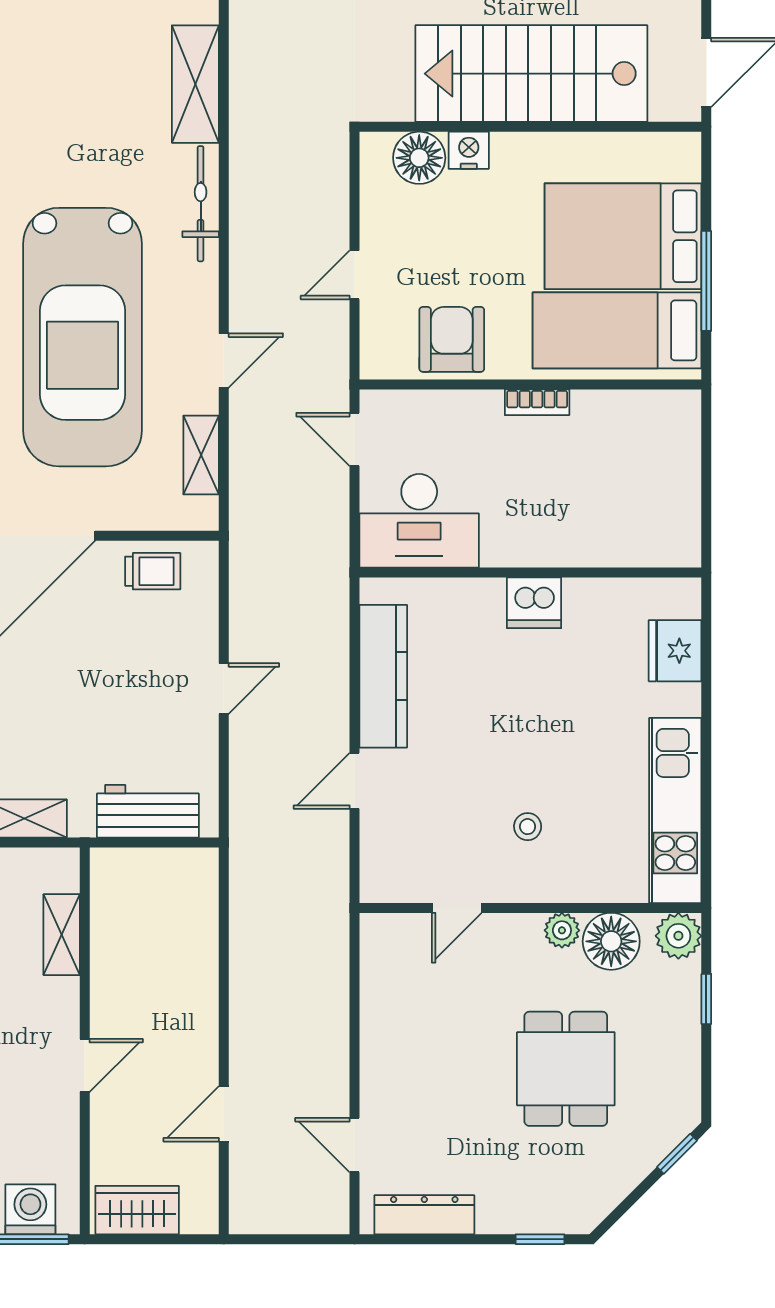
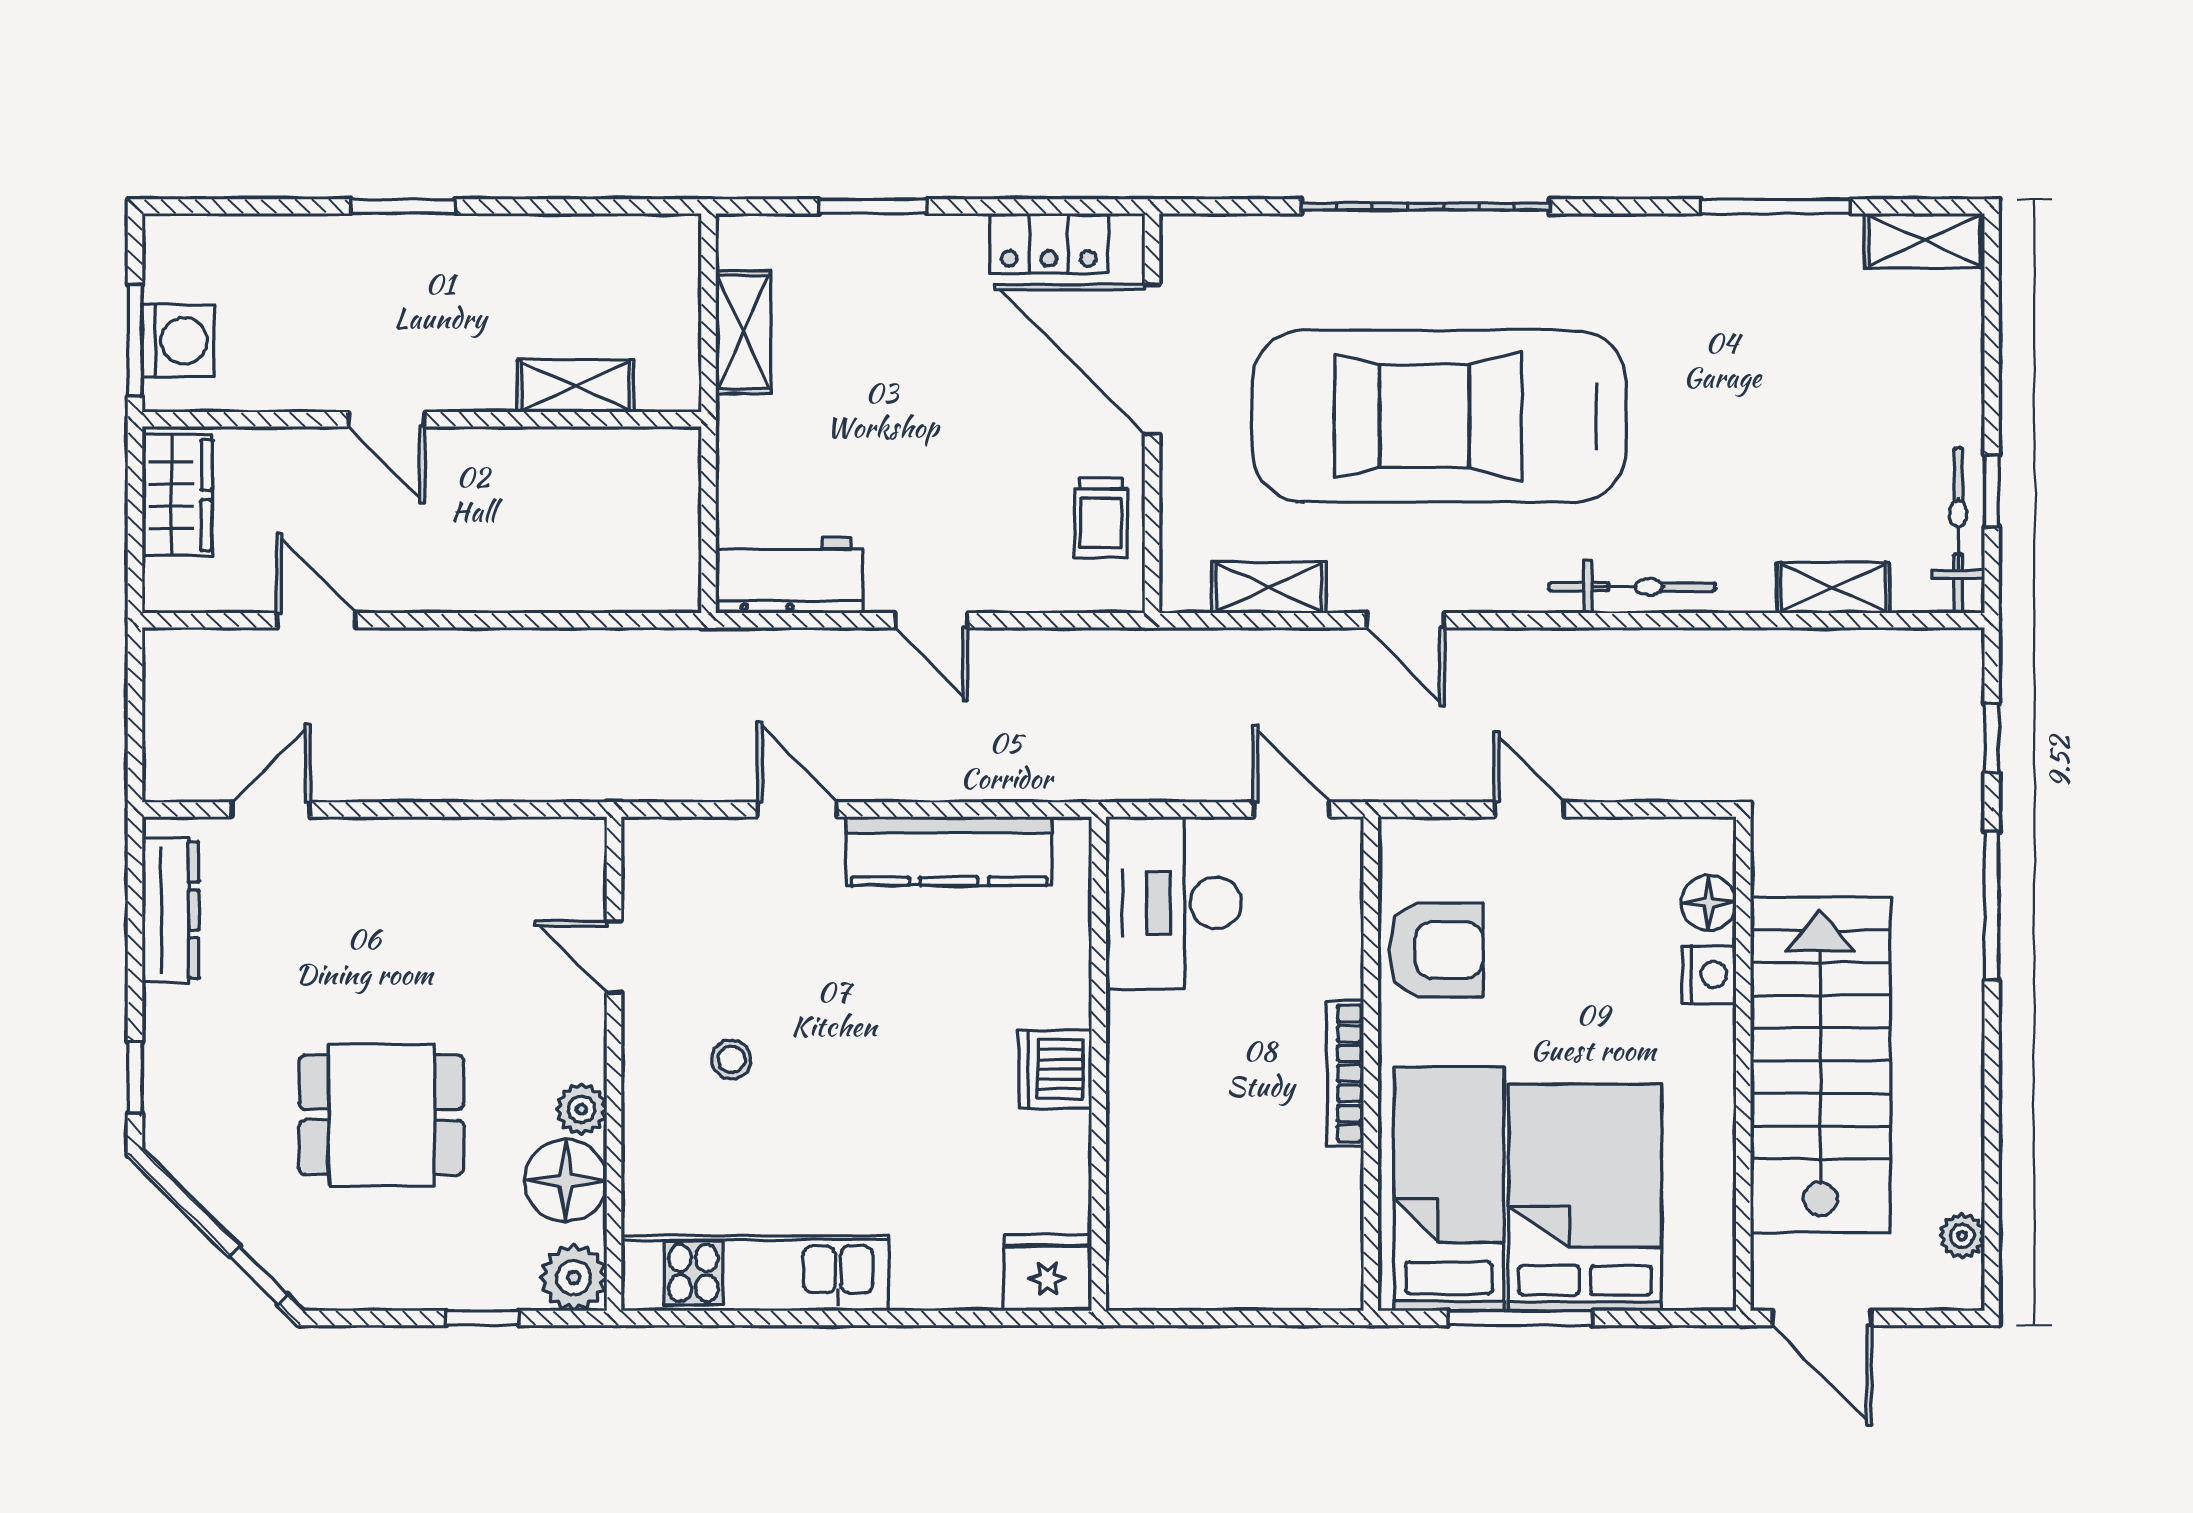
shelving: (195, 84) -> (1833, 588), width x0.67, depth x0.75
floor lamp: (419, 158) -> (1709, 903), width x0.73, depth x0.73
bookcase: (537, 402) -> (1345, 1073), width x1.56
door: (355, 440) -> (1291, 809), hinge flipped
fridge: (675, 651) -> (1047, 1273), moved
workbench: (148, 811) -> (789, 575), moved, turned -90

